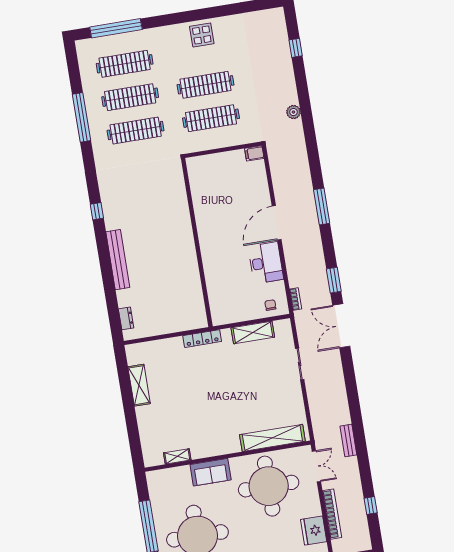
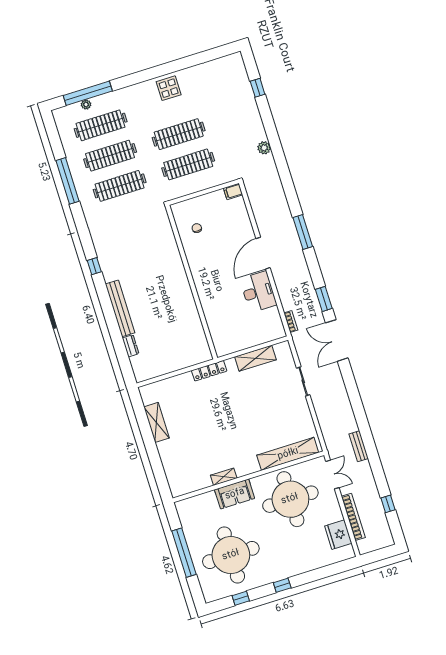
plant: (112, 40) -> (86, 104), added
chair: (270, 305) -> (197, 228), moved
dresser: (126, 318) -> (131, 346), moved
shelving: (177, 456) -> (224, 477), moved

